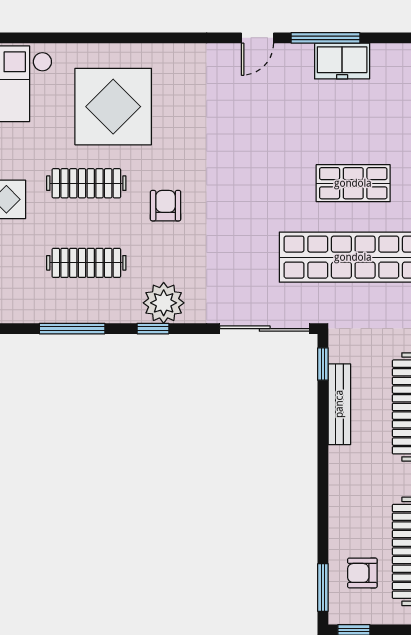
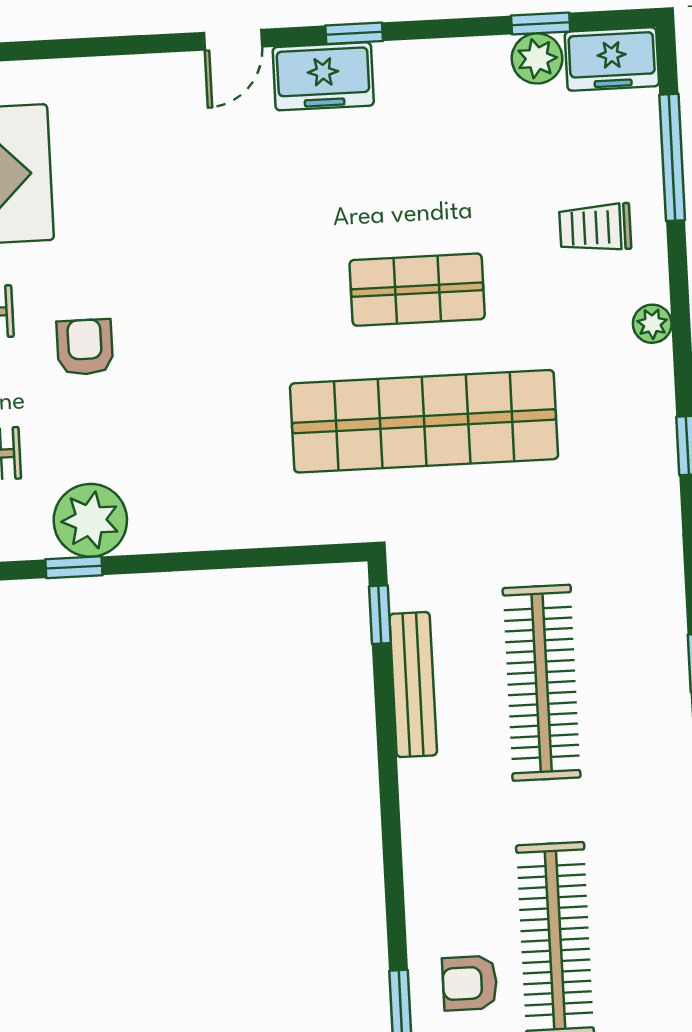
window: (325, 38) -> (354, 33), width x0.46
freezer: (342, 61) -> (323, 76), moved
sliding door: (265, 329) -> (273, 557), removed

